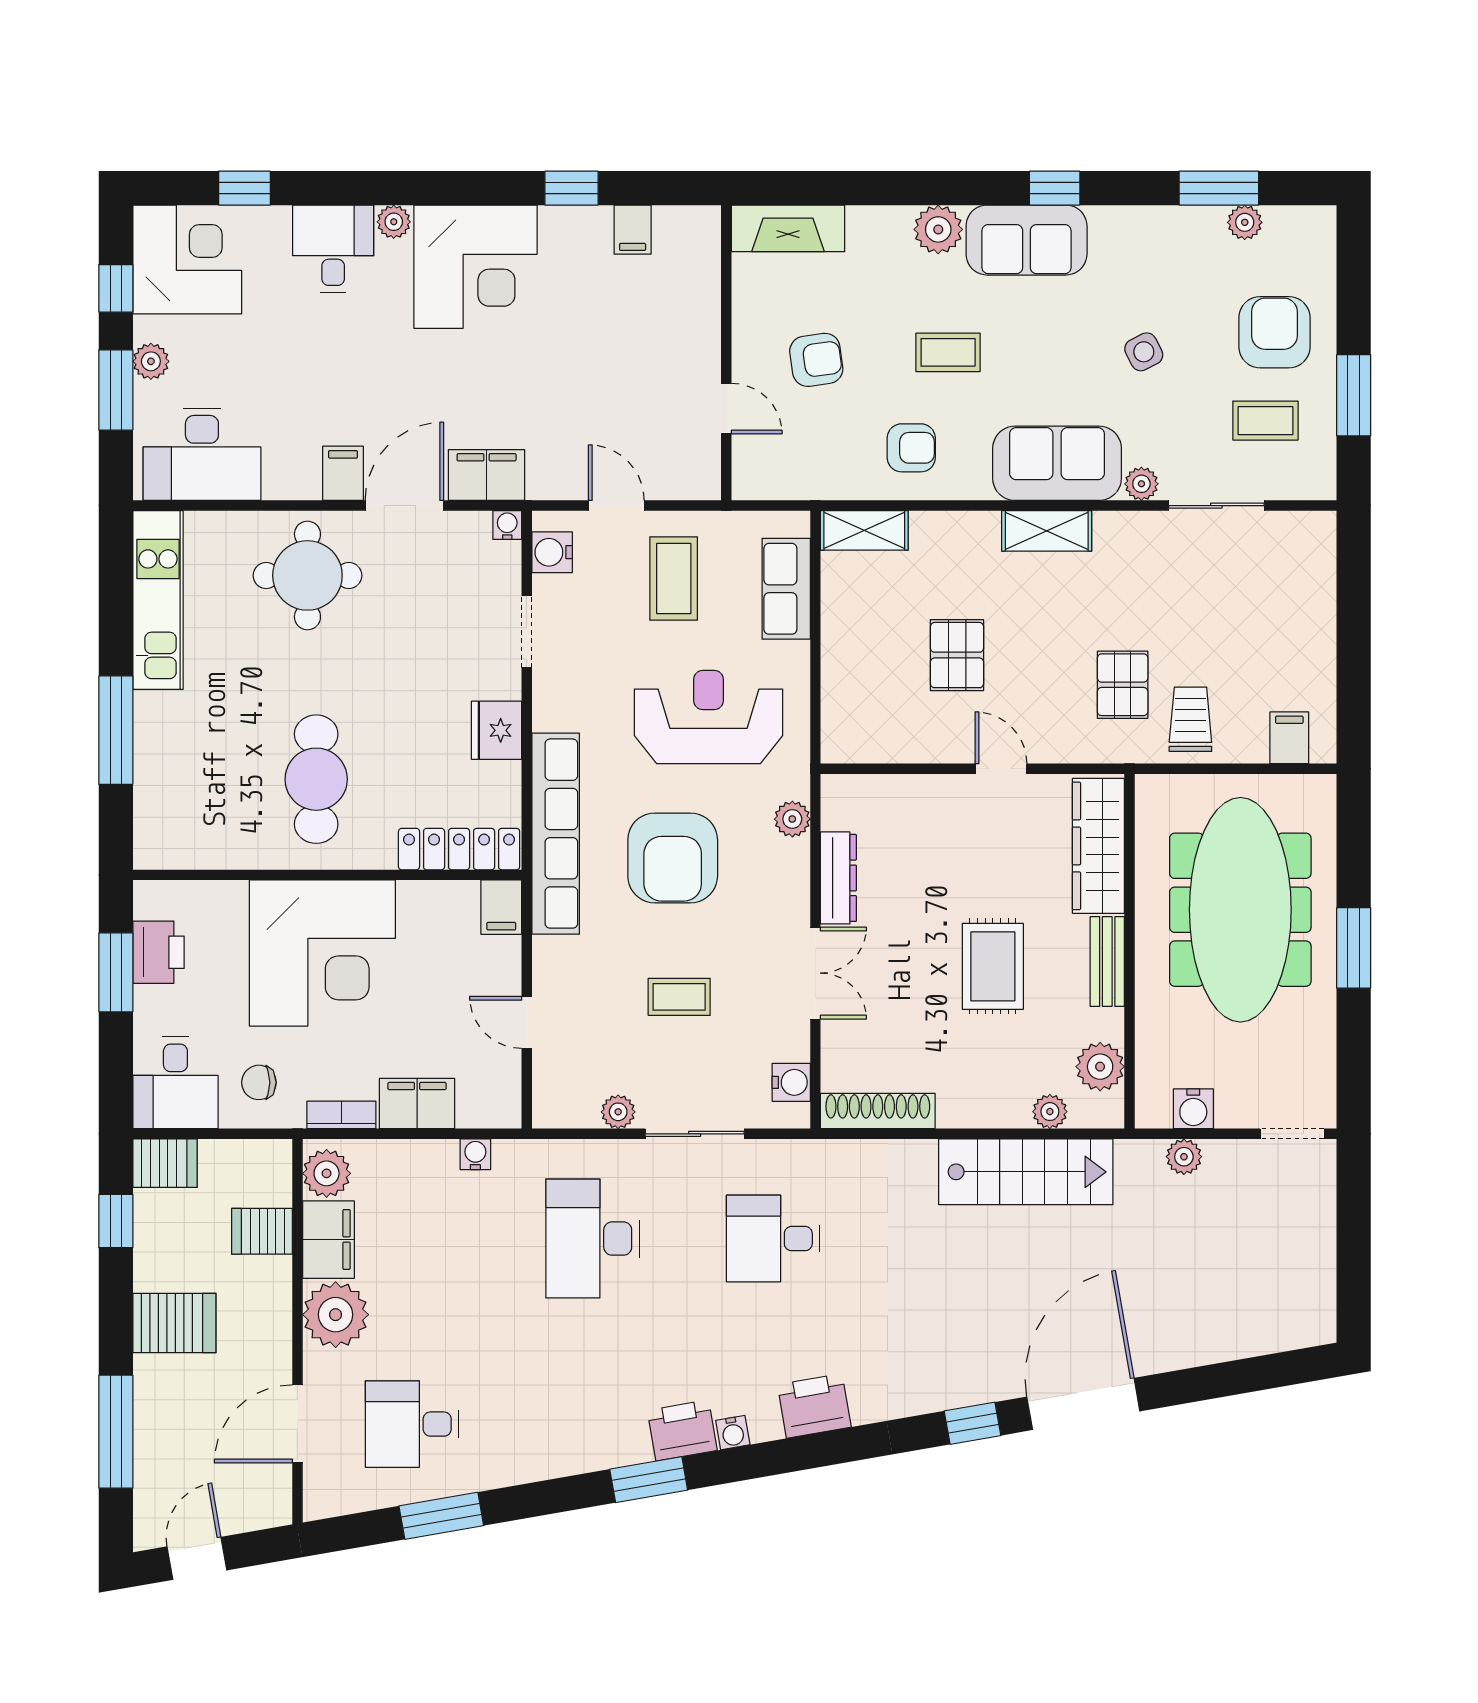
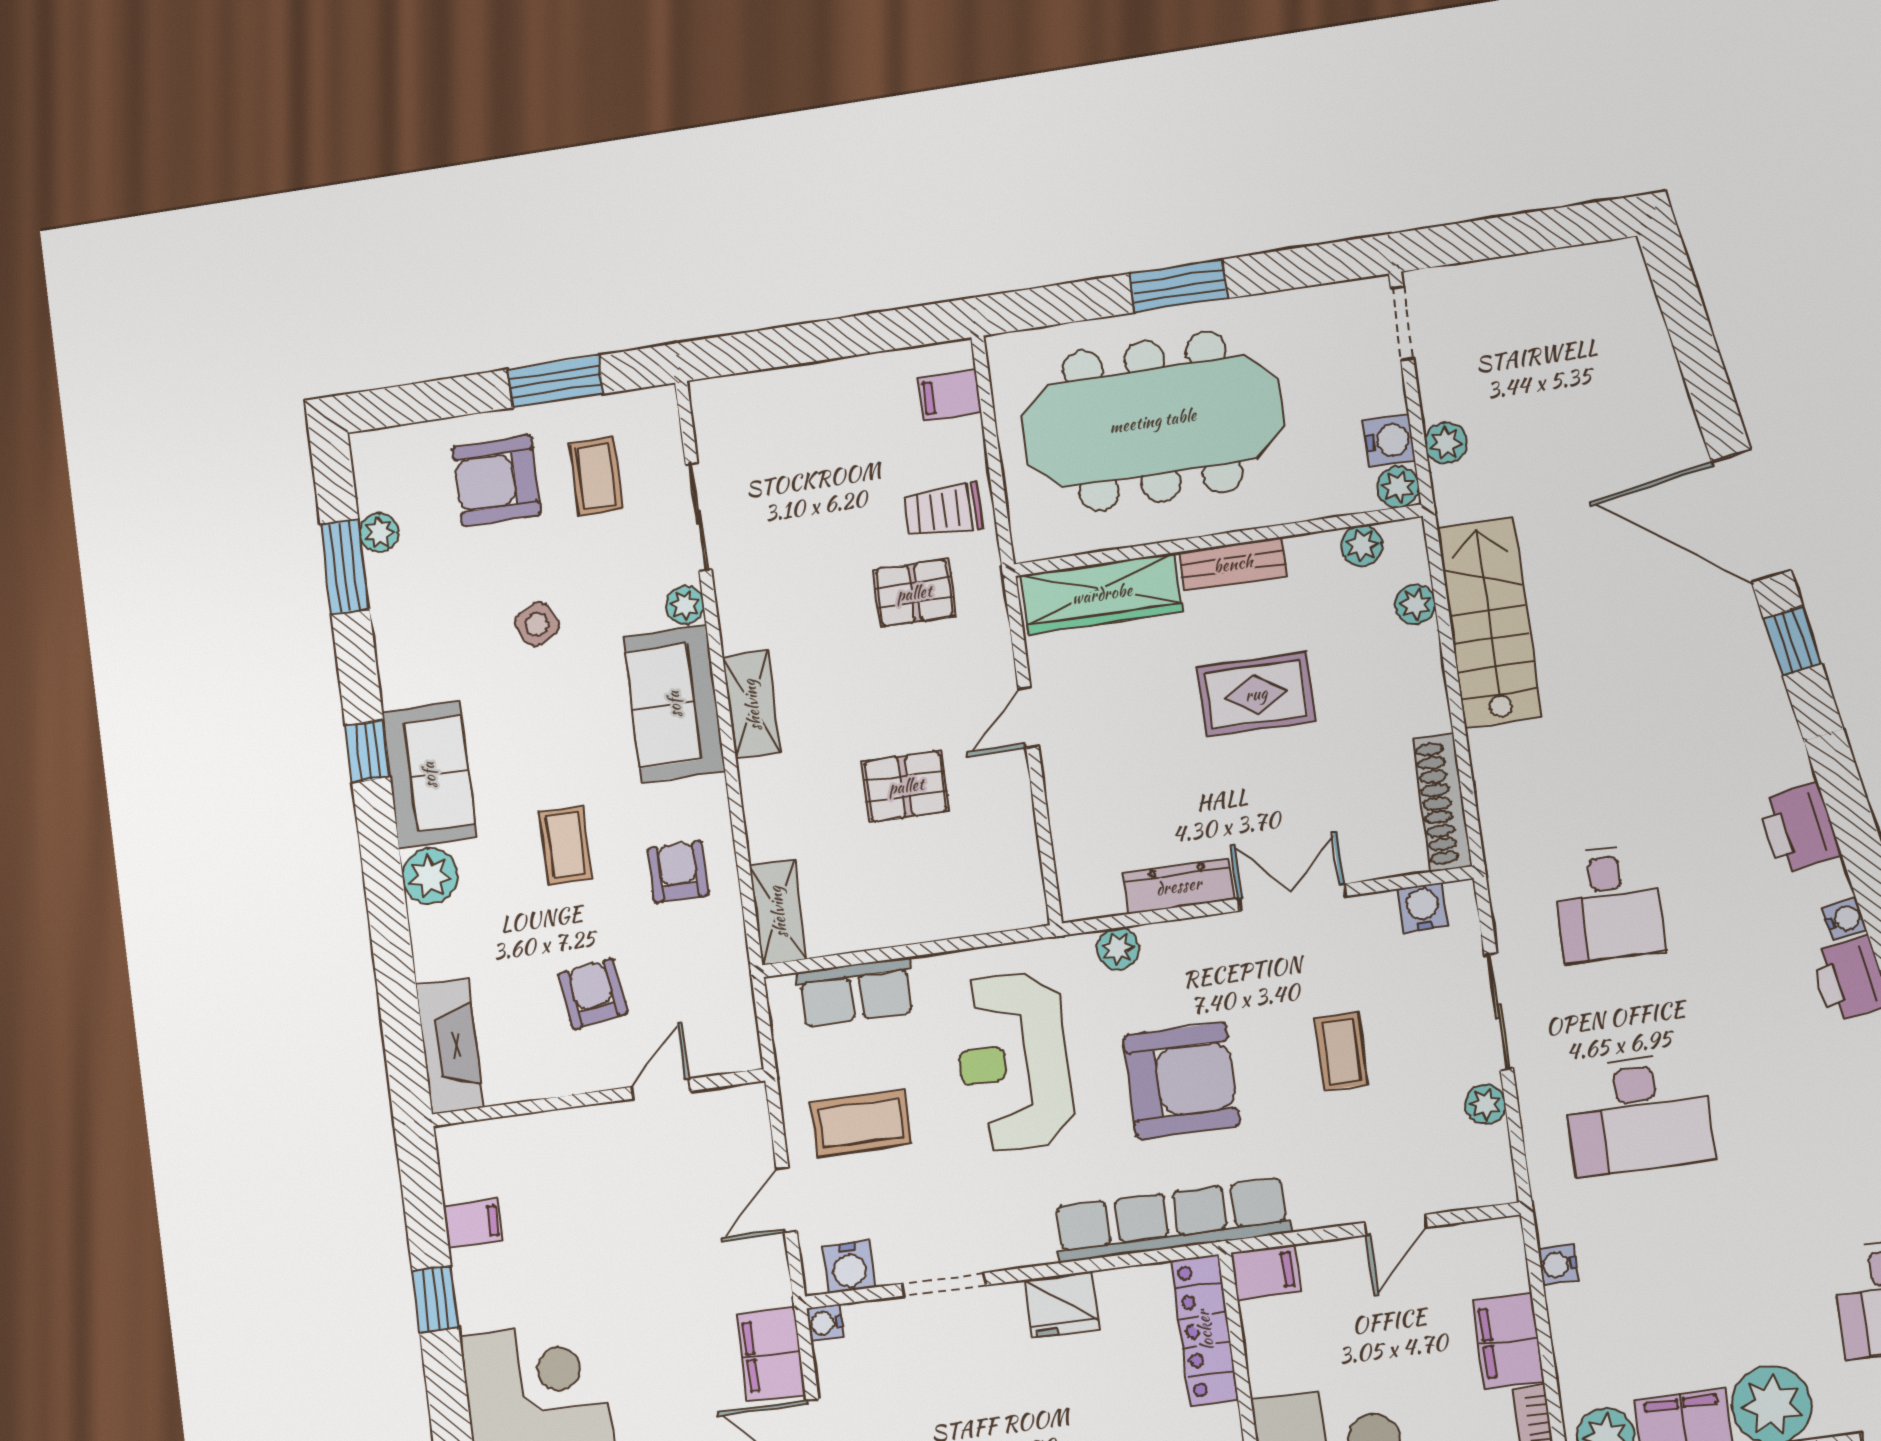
plant: (1100, 1067) -> (1362, 546), width x0.73, depth x0.73
plant: (1152, 1111) -> (1398, 487), added

